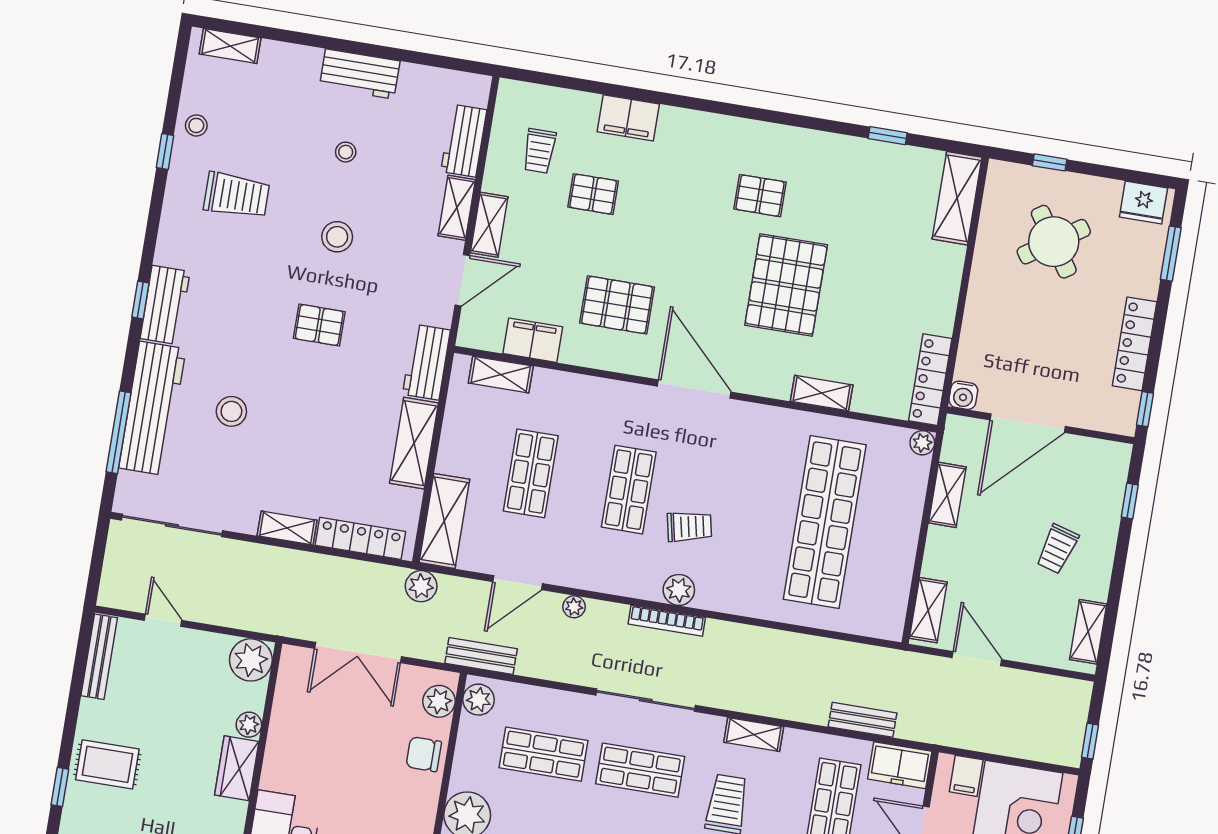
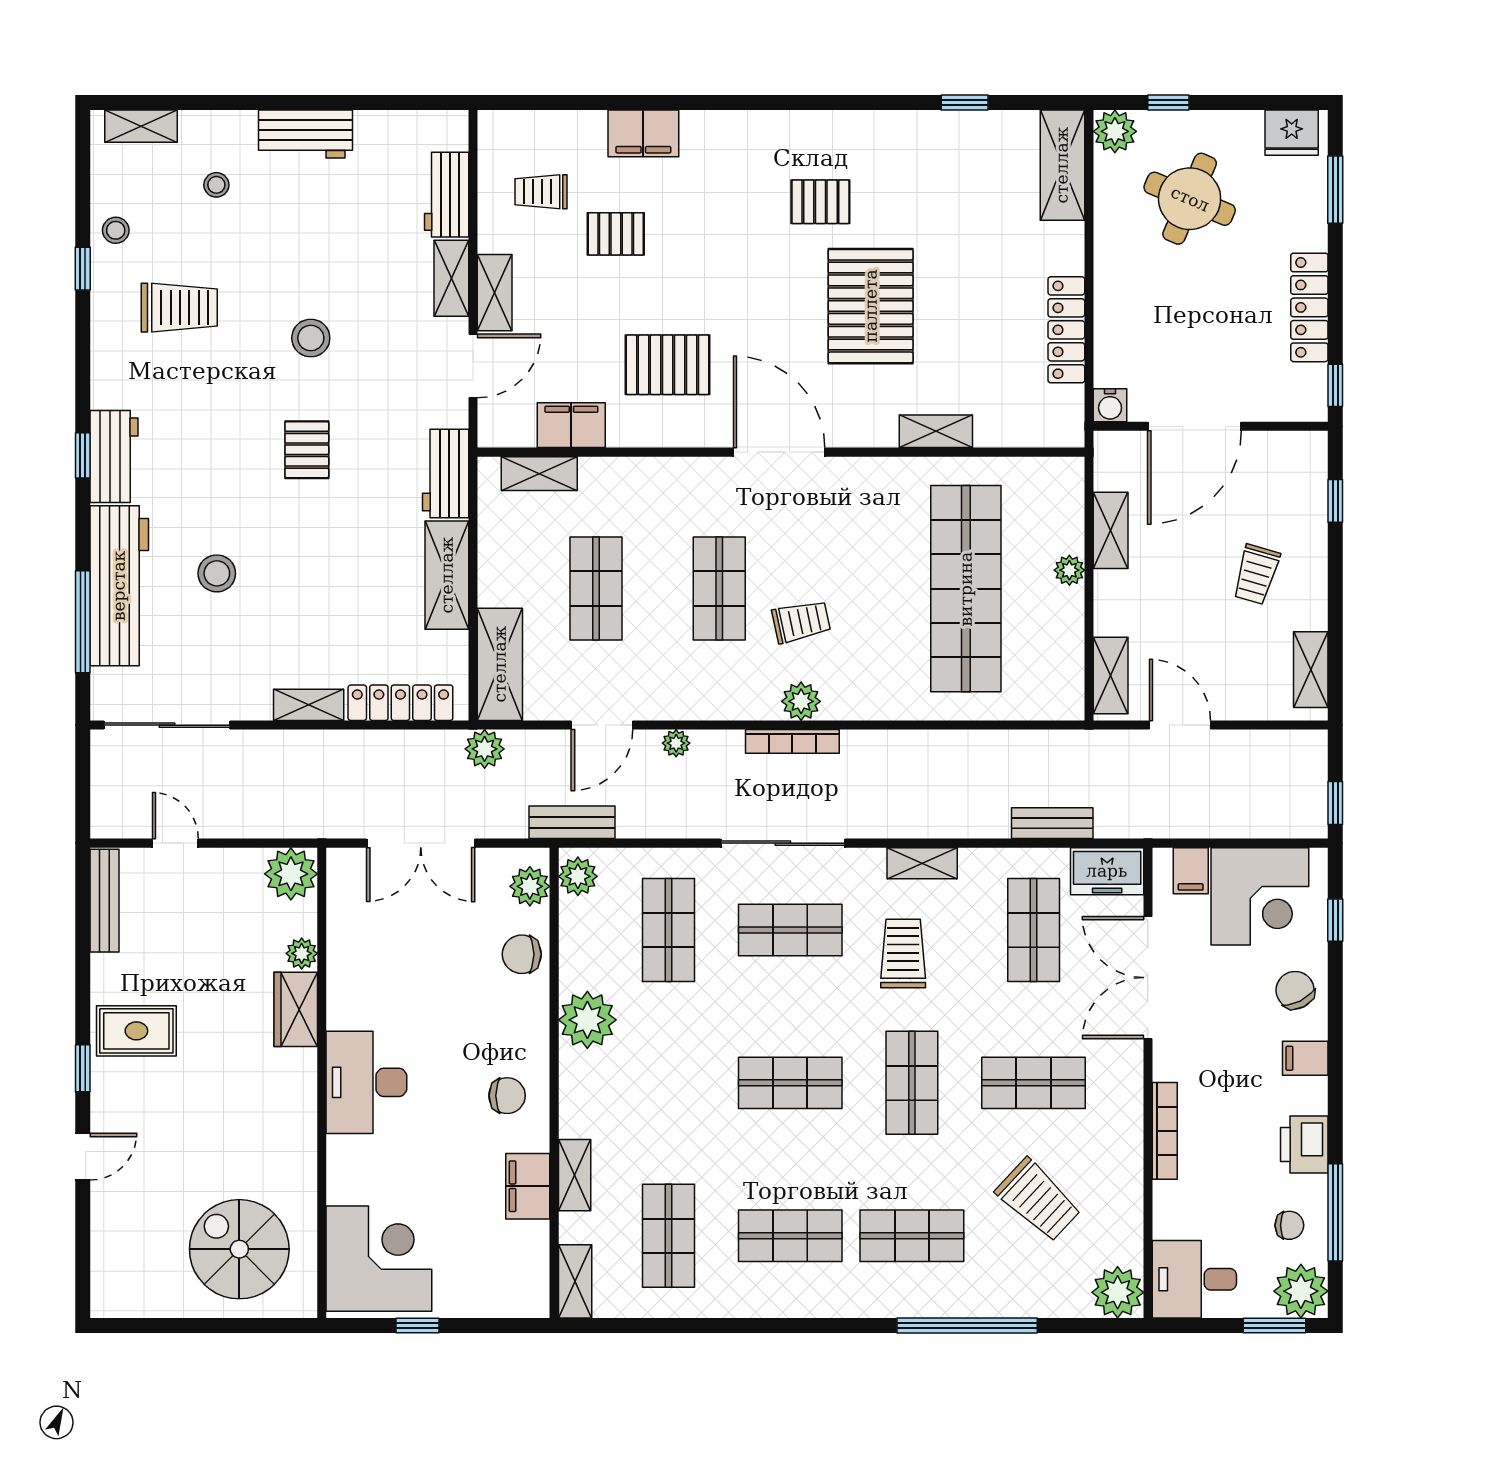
trolley: (539, 151) -> (541, 192), turned 90
stool: (346, 152) -> (216, 185), moved
plant: (1003, 178) -> (1115, 131), added
round table: (1054, 242) -> (1190, 199), turned -33
pallet: (319, 325) -> (307, 450), turned 90
locker: (930, 380) -> (1066, 330), moved
plant: (922, 443) -> (1069, 570), moved
shop shelf: (543, 754) -> (668, 930), turned 90

